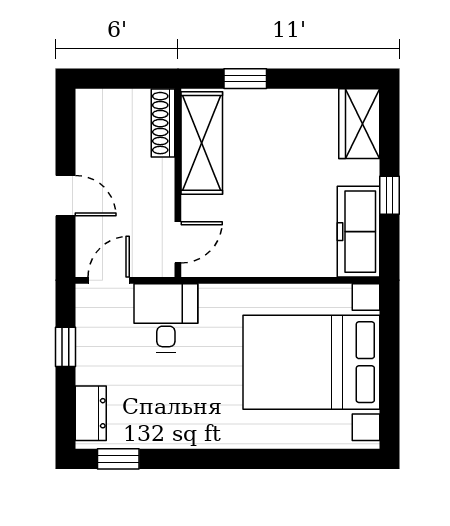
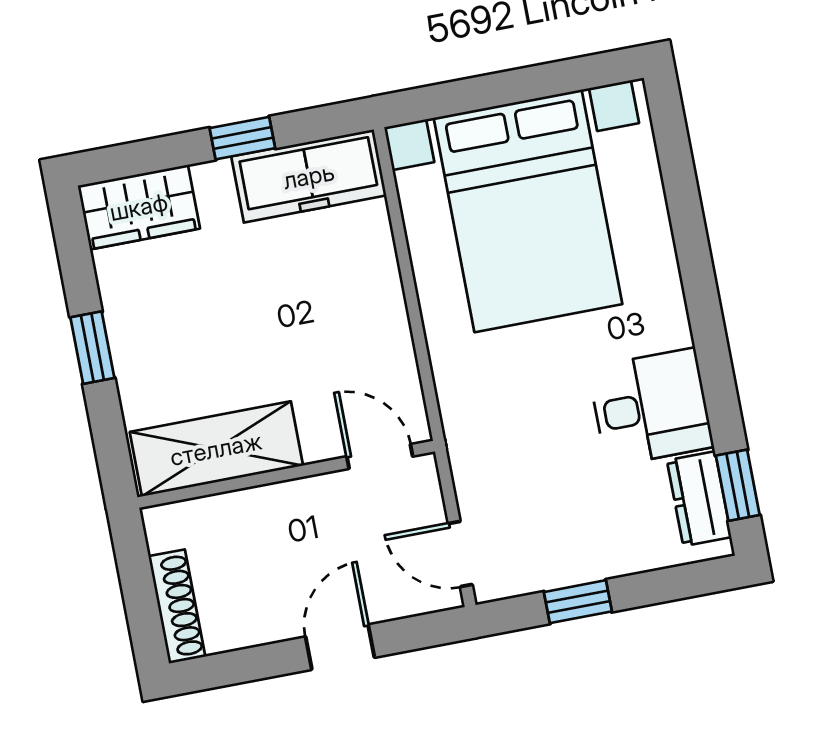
window: (245, 79) -> (92, 348), moved
shoe rack: (163, 123) -> (177, 606), moved, turned -90
desk: (166, 318) -> (651, 407), moved, turned 180
dresser: (91, 413) -> (699, 499), moved, turned -90

